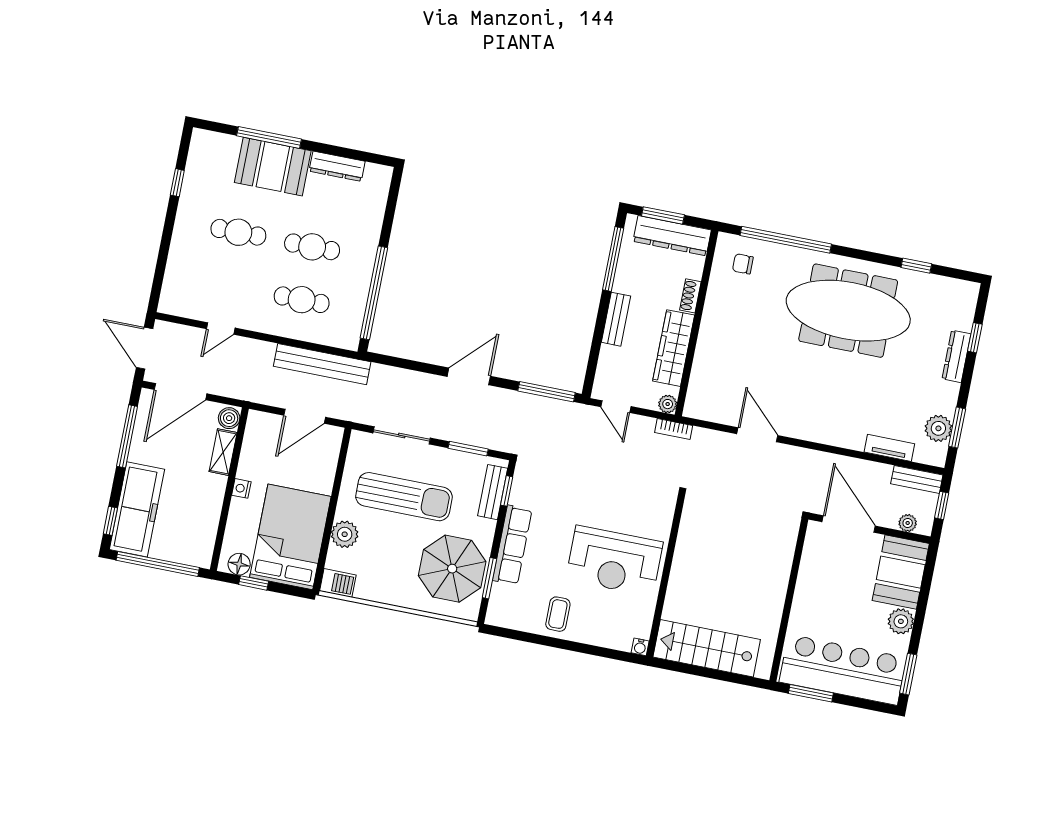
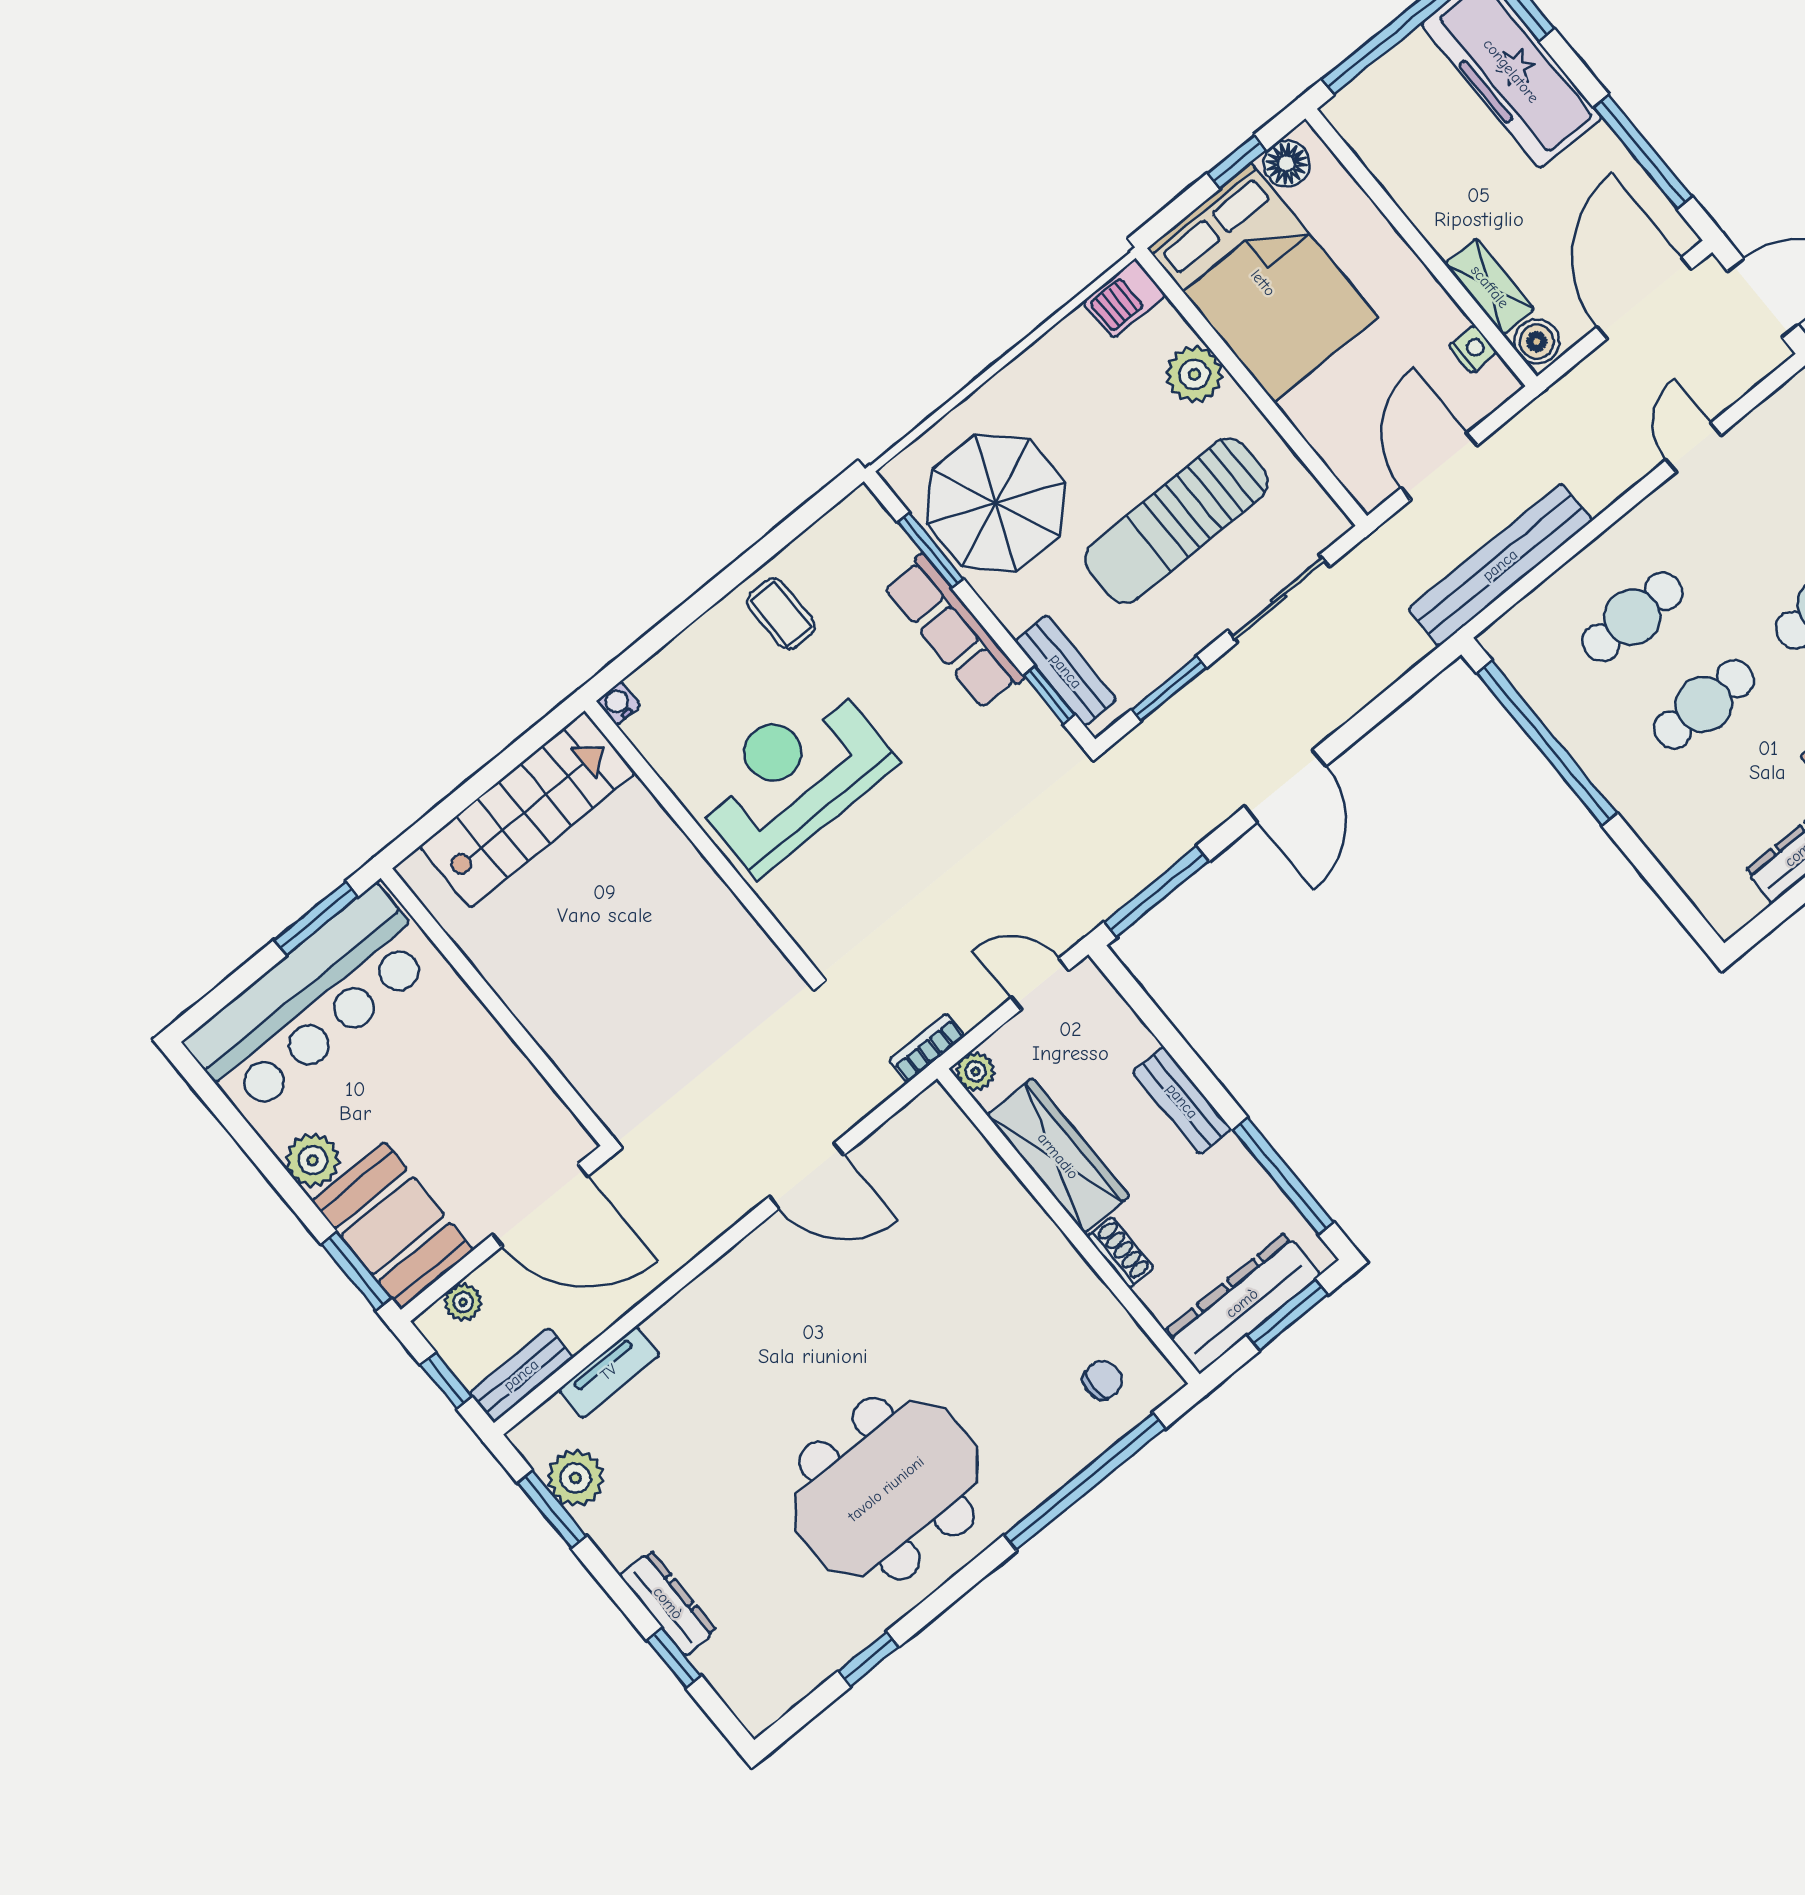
meeting table: (848, 311) -> (886, 1489), width x0.73
nightstand: (241, 488) -> (1473, 349), moved
window: (908, 674) -> (356, 1271), moved

